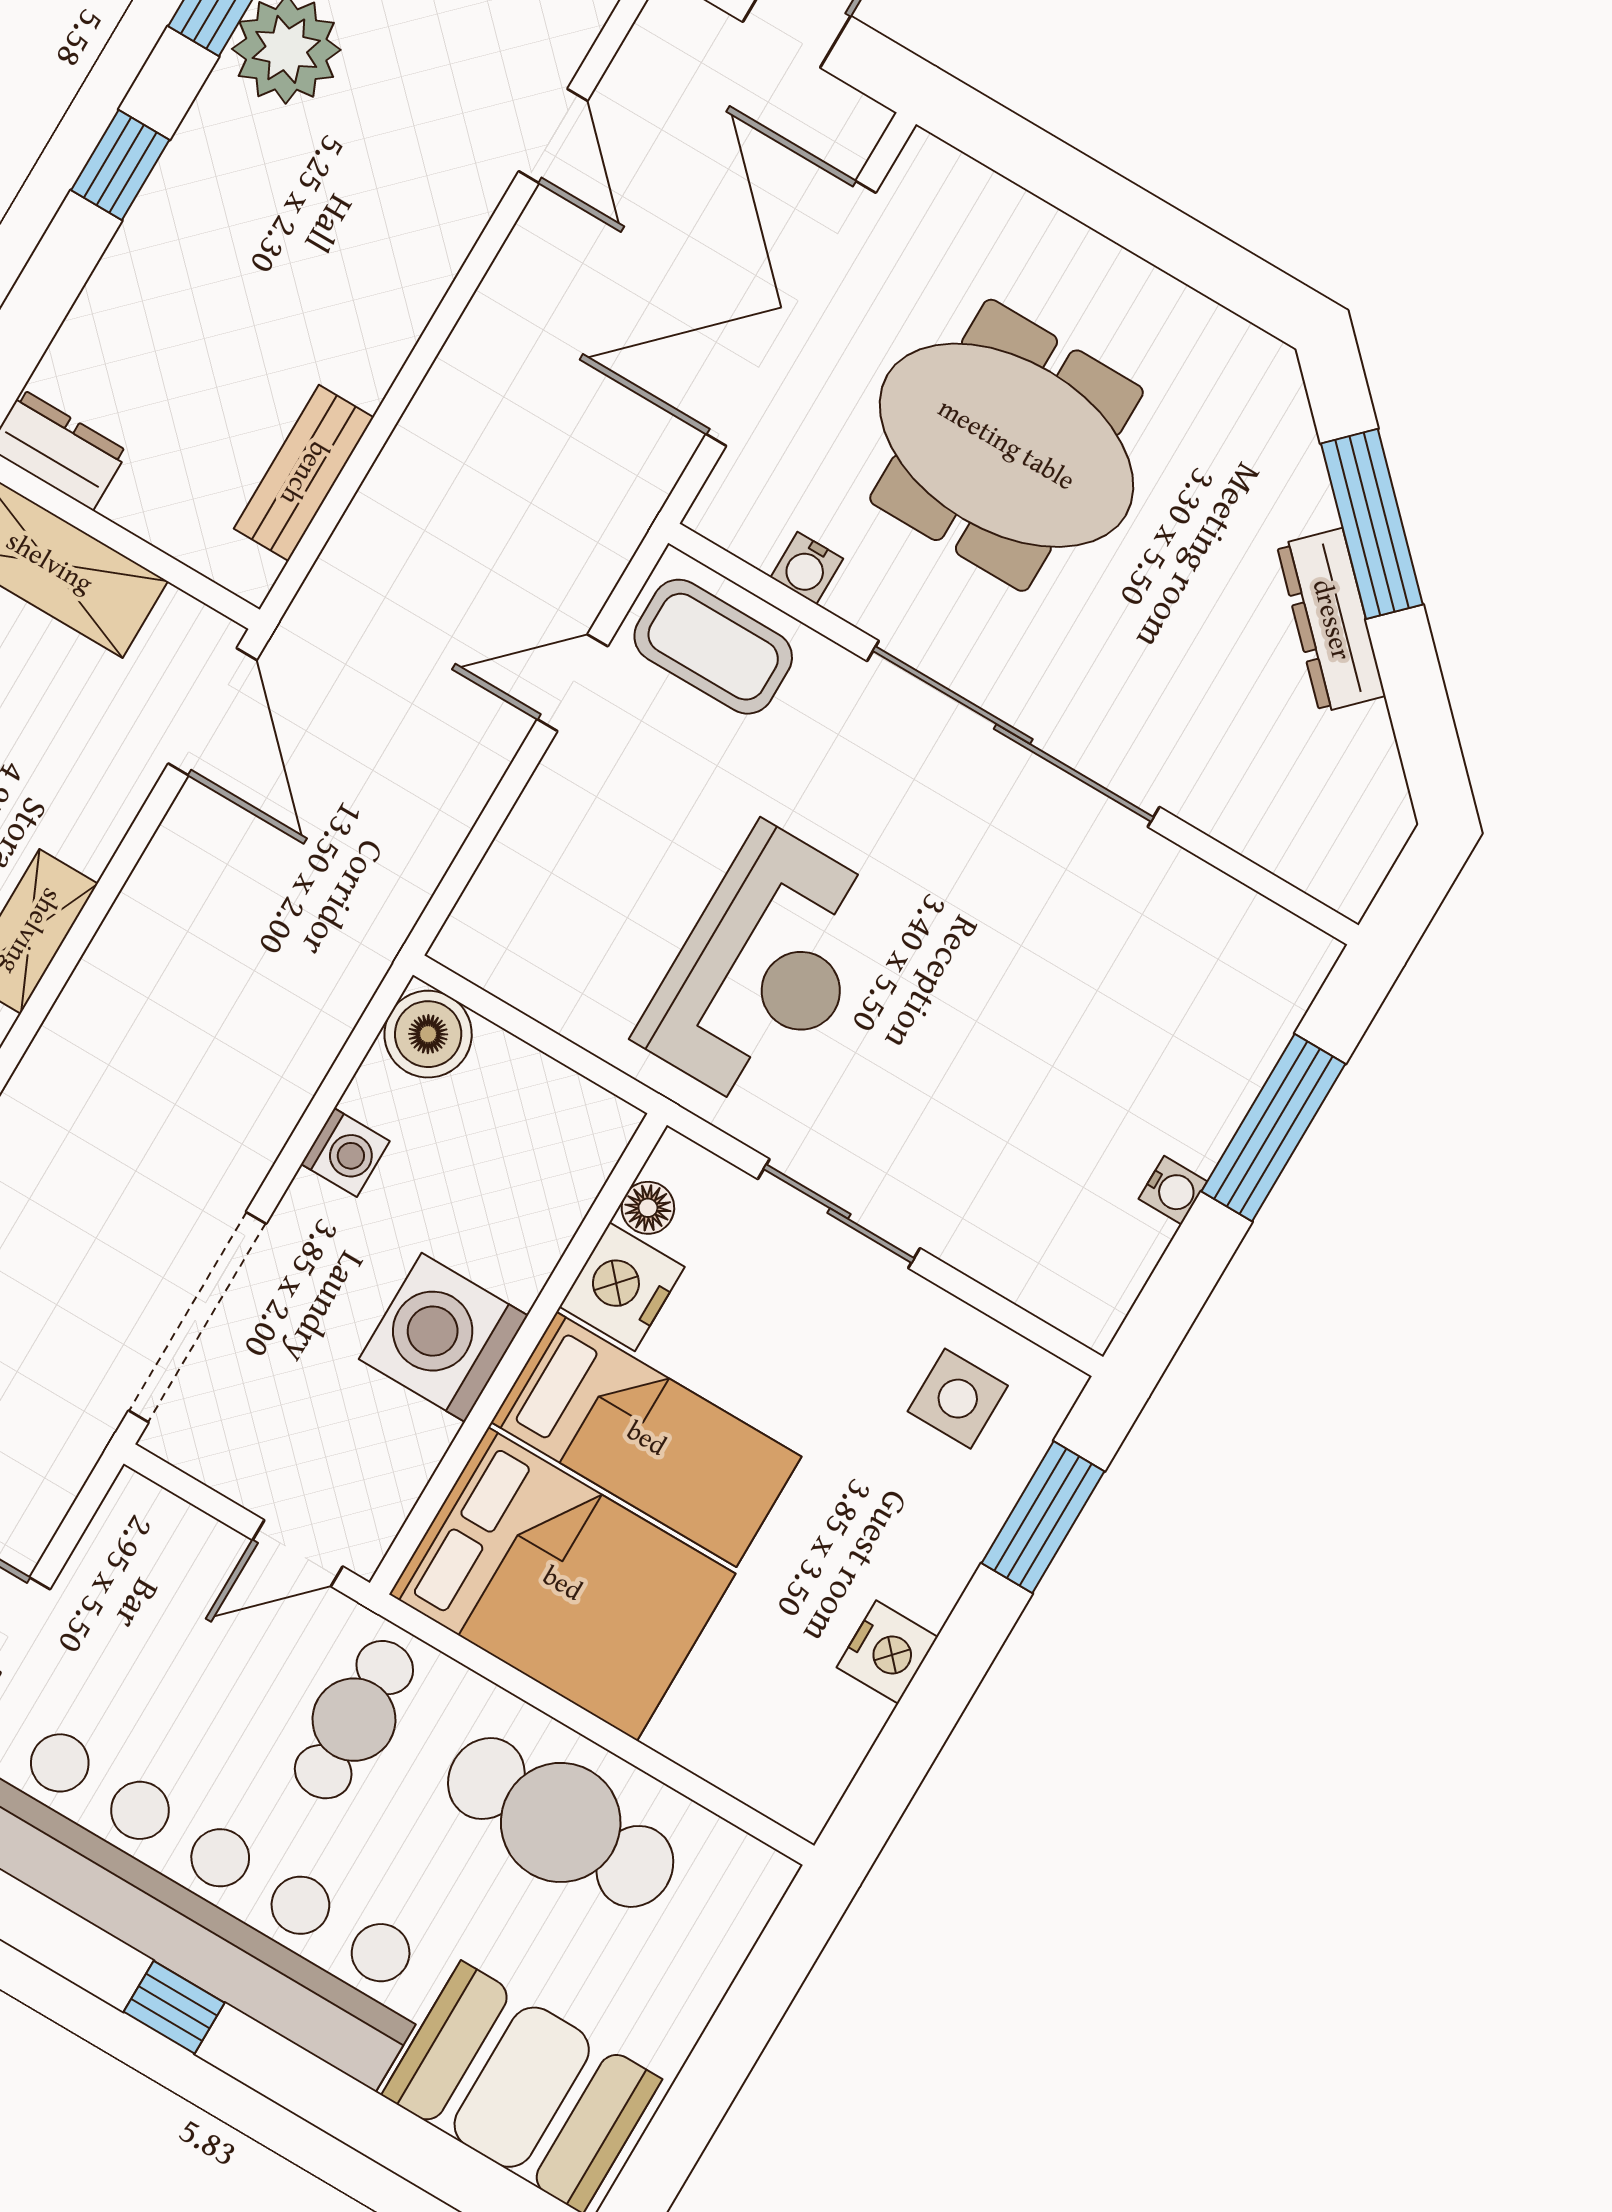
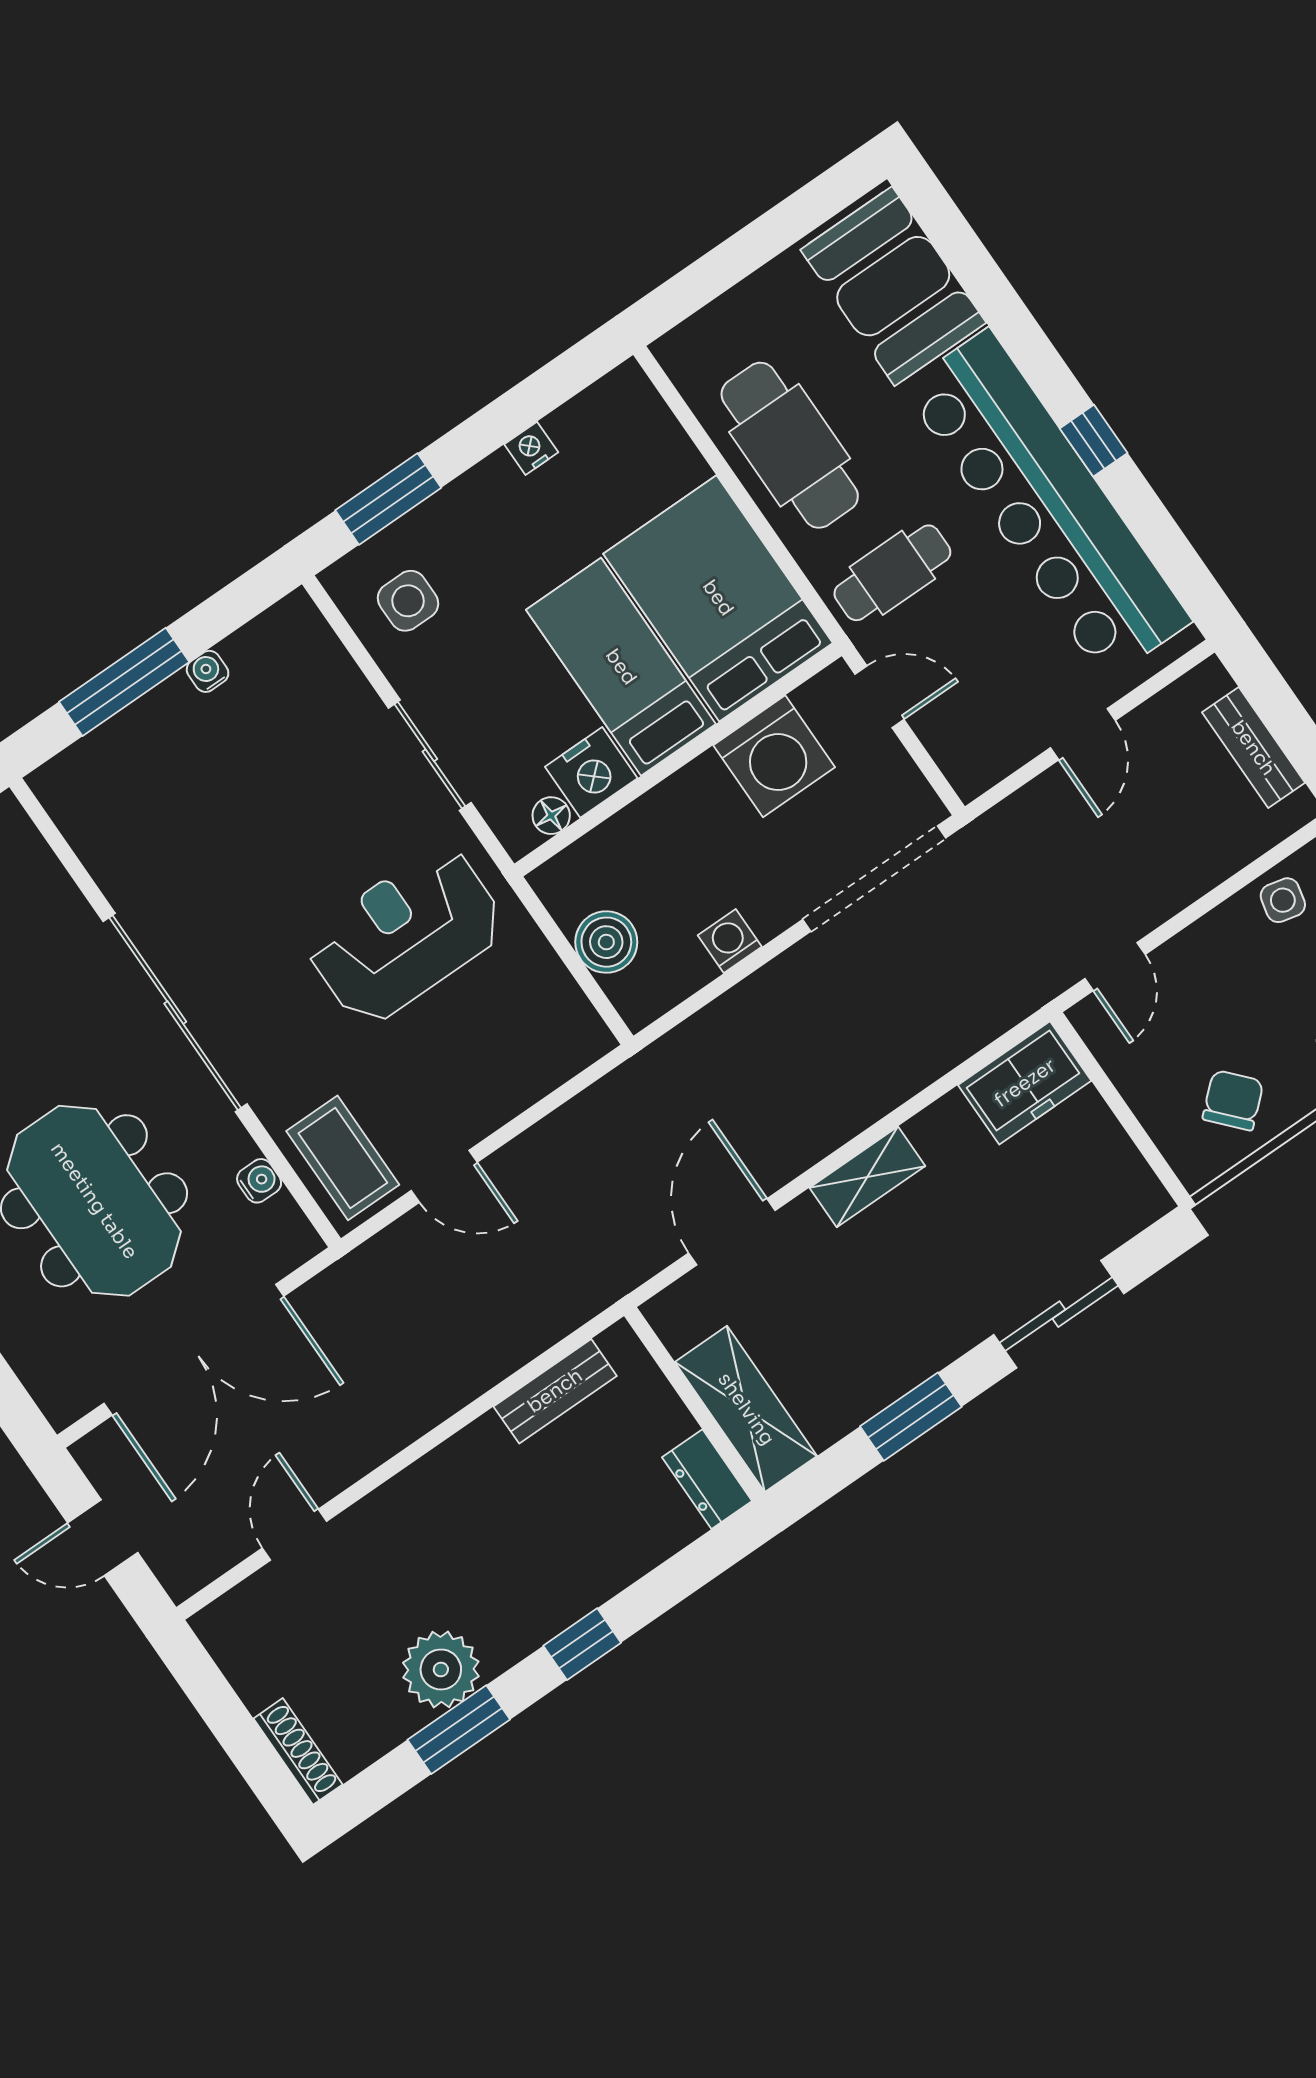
door: (212, 712) -> (732, 1232), moved
boiler: (428, 1034) -> (606, 942), moved
washing machine: (443, 1337) -> (774, 756), moved
nightstand: (887, 1652) -> (531, 448), width x0.72, depth x0.74

